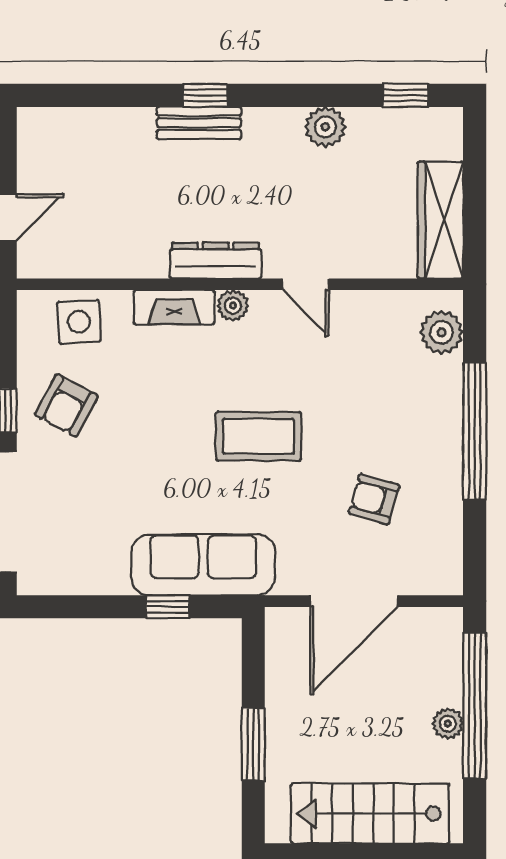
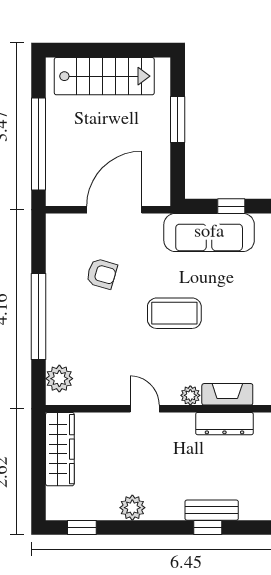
dresser: (216, 261) -> (224, 424), moved
plant: (448, 724) -> (55, 133), removed

